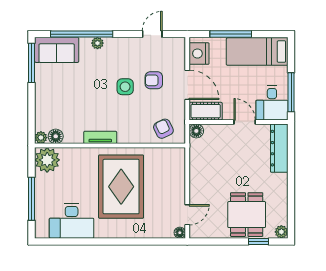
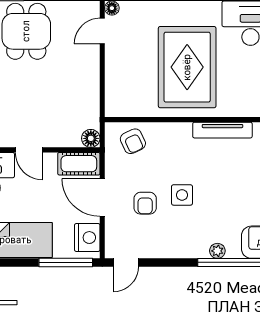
door: (152, 34) -> (126, 262), moved
window: (231, 34) -> (66, 262), moved
armchair: (154, 80) -> (145, 203), turned 90
tv unit: (100, 137) -> (222, 130), width x1.41

